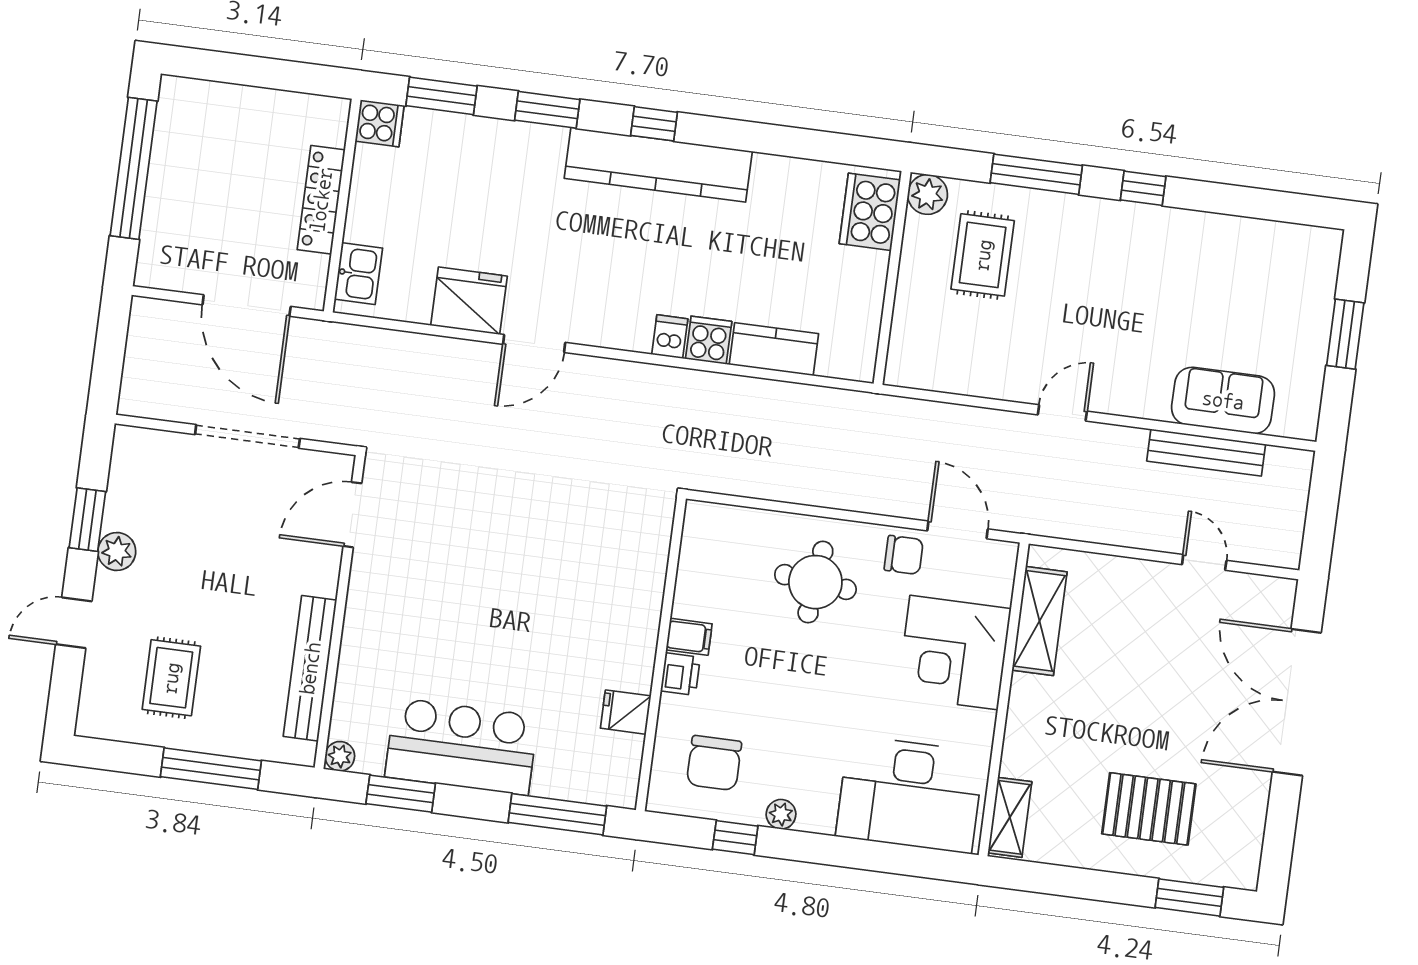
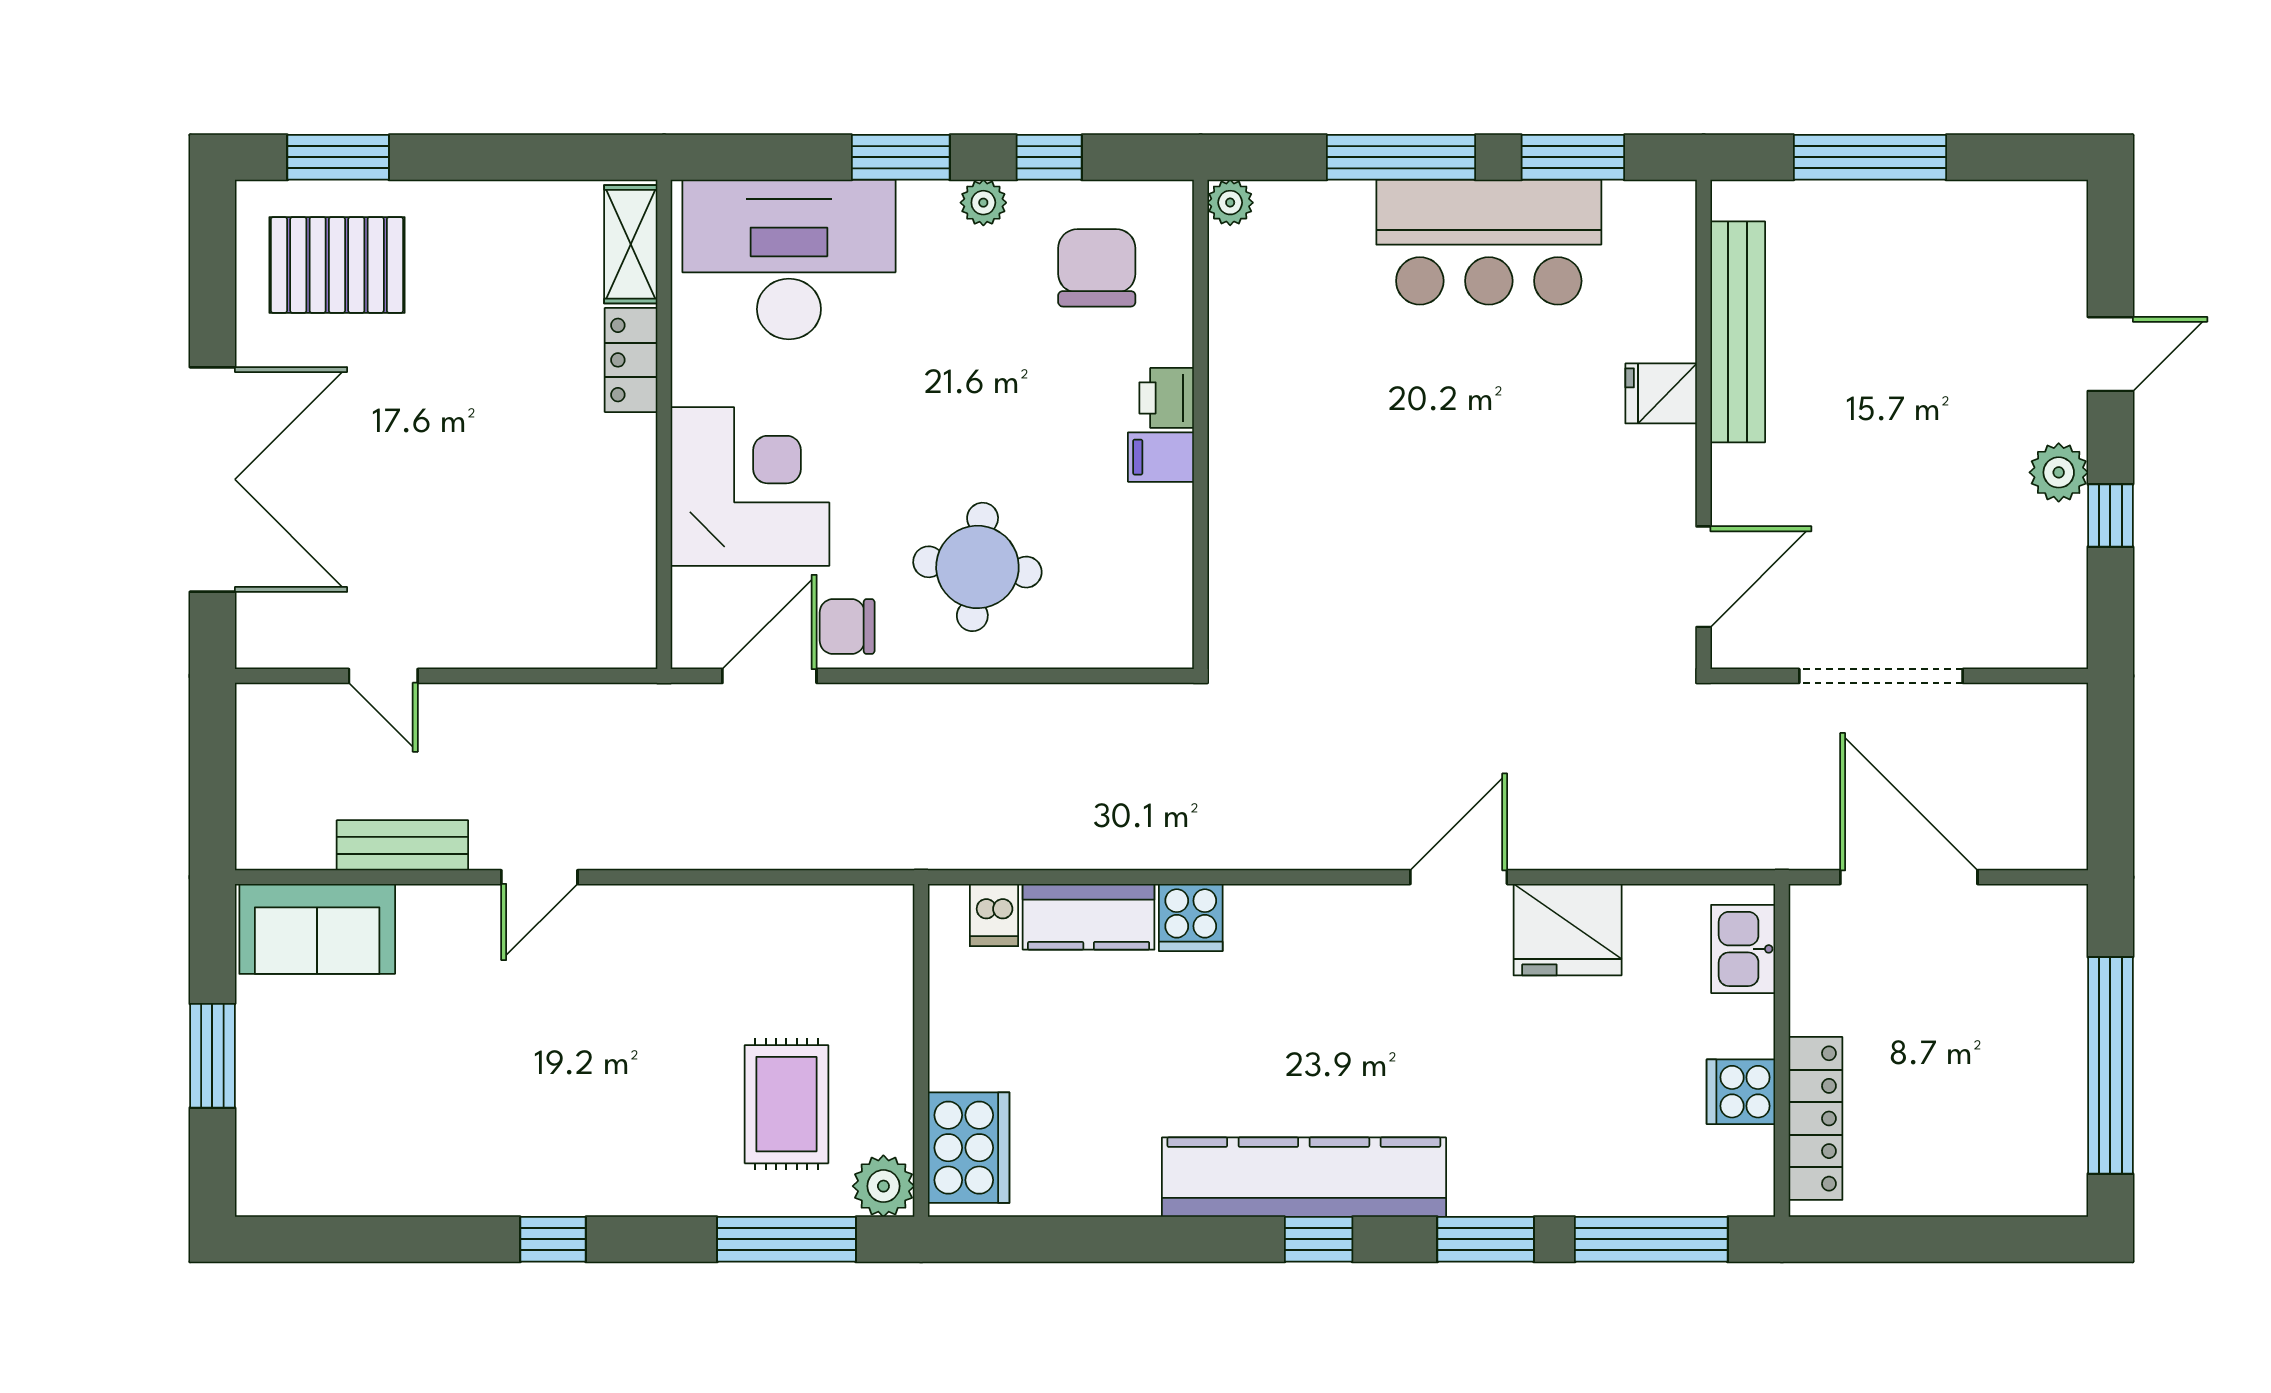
window: (442, 96) -> (1651, 1239), width x1.44
cooker: (380, 123) -> (1741, 1092), moved
window: (1036, 174) -> (787, 1239), moved
locker: (321, 200) -> (1815, 1118), moved
dishwasher: (670, 337) -> (994, 915), moved
sofa: (1223, 400) -> (317, 929), moved
door: (1062, 413) -> (539, 877), moved
bench: (1206, 453) -> (402, 845), width x0.73
window: (87, 520) -> (2110, 515), width x0.67
door: (957, 530) -> (769, 676), swing flipped
shelving: (1039, 621) -> (625, 552), removed
rug: (171, 678) -> (1949, 289), removed
fridge: (626, 712) -> (1661, 393), moved, turned 180
locker: (1019, 743) -> (631, 360), added
plant: (340, 756) -> (1230, 203), moved
pallet: (1149, 809) -> (337, 265), moved
window: (557, 814) -> (1401, 157), moved
window: (830, 850) -> (901, 157), added

